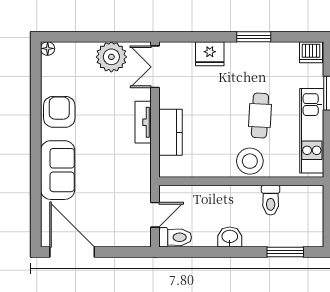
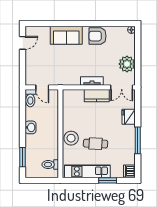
window: (254, 37) -> (138, 140), width x1.44
double door: (155, 67) -> (122, 87), swing flipped
armchair: (59, 112) -> (97, 36), turned 180
kitchen counter: (170, 132) -> (97, 96), moved
toilet: (271, 200) -> (50, 165), moved
door: (72, 252) -> (22, 43), width x0.53

